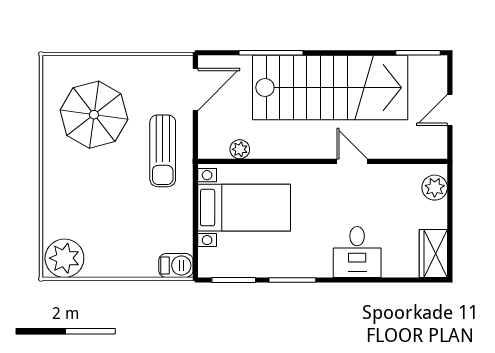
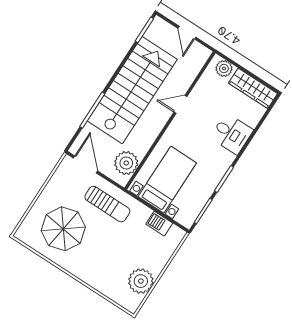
plant: (240, 149) -> (126, 163), width x1.88, depth x1.88
wardrobe: (433, 254) -> (253, 88), width x1.50
plant: (64, 258) -> (141, 281), moved
barbecue: (176, 265) -> (159, 224), moved, turned -90

